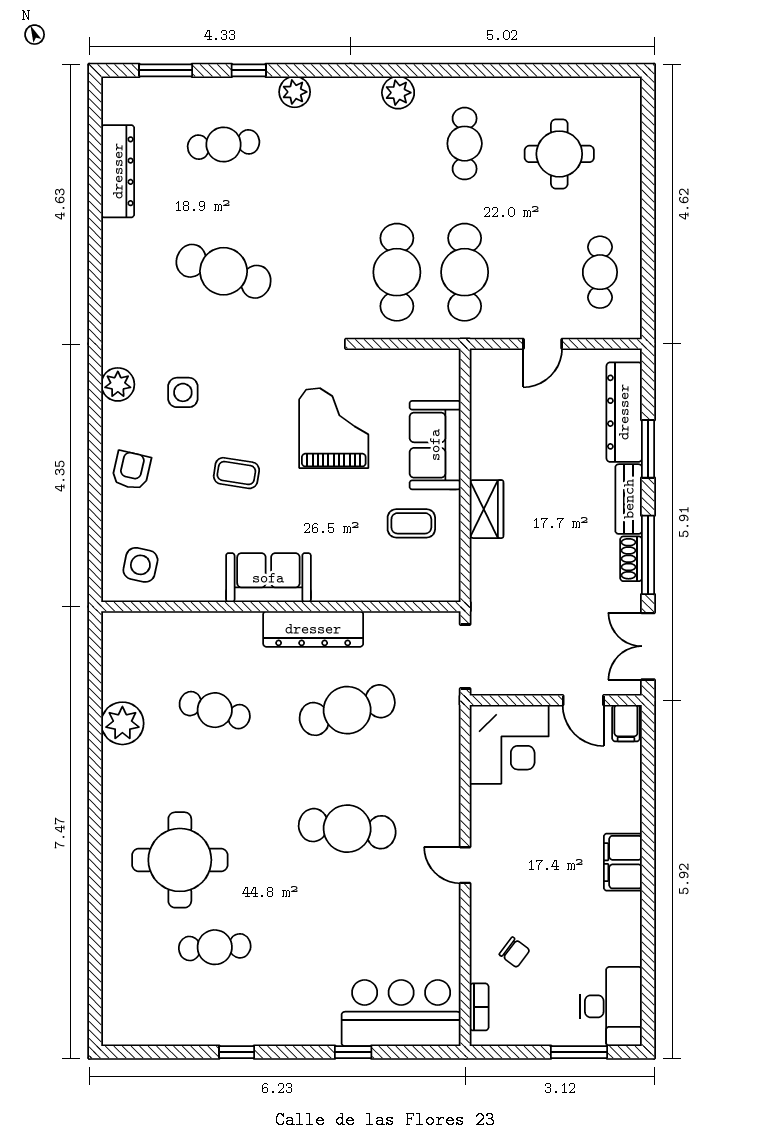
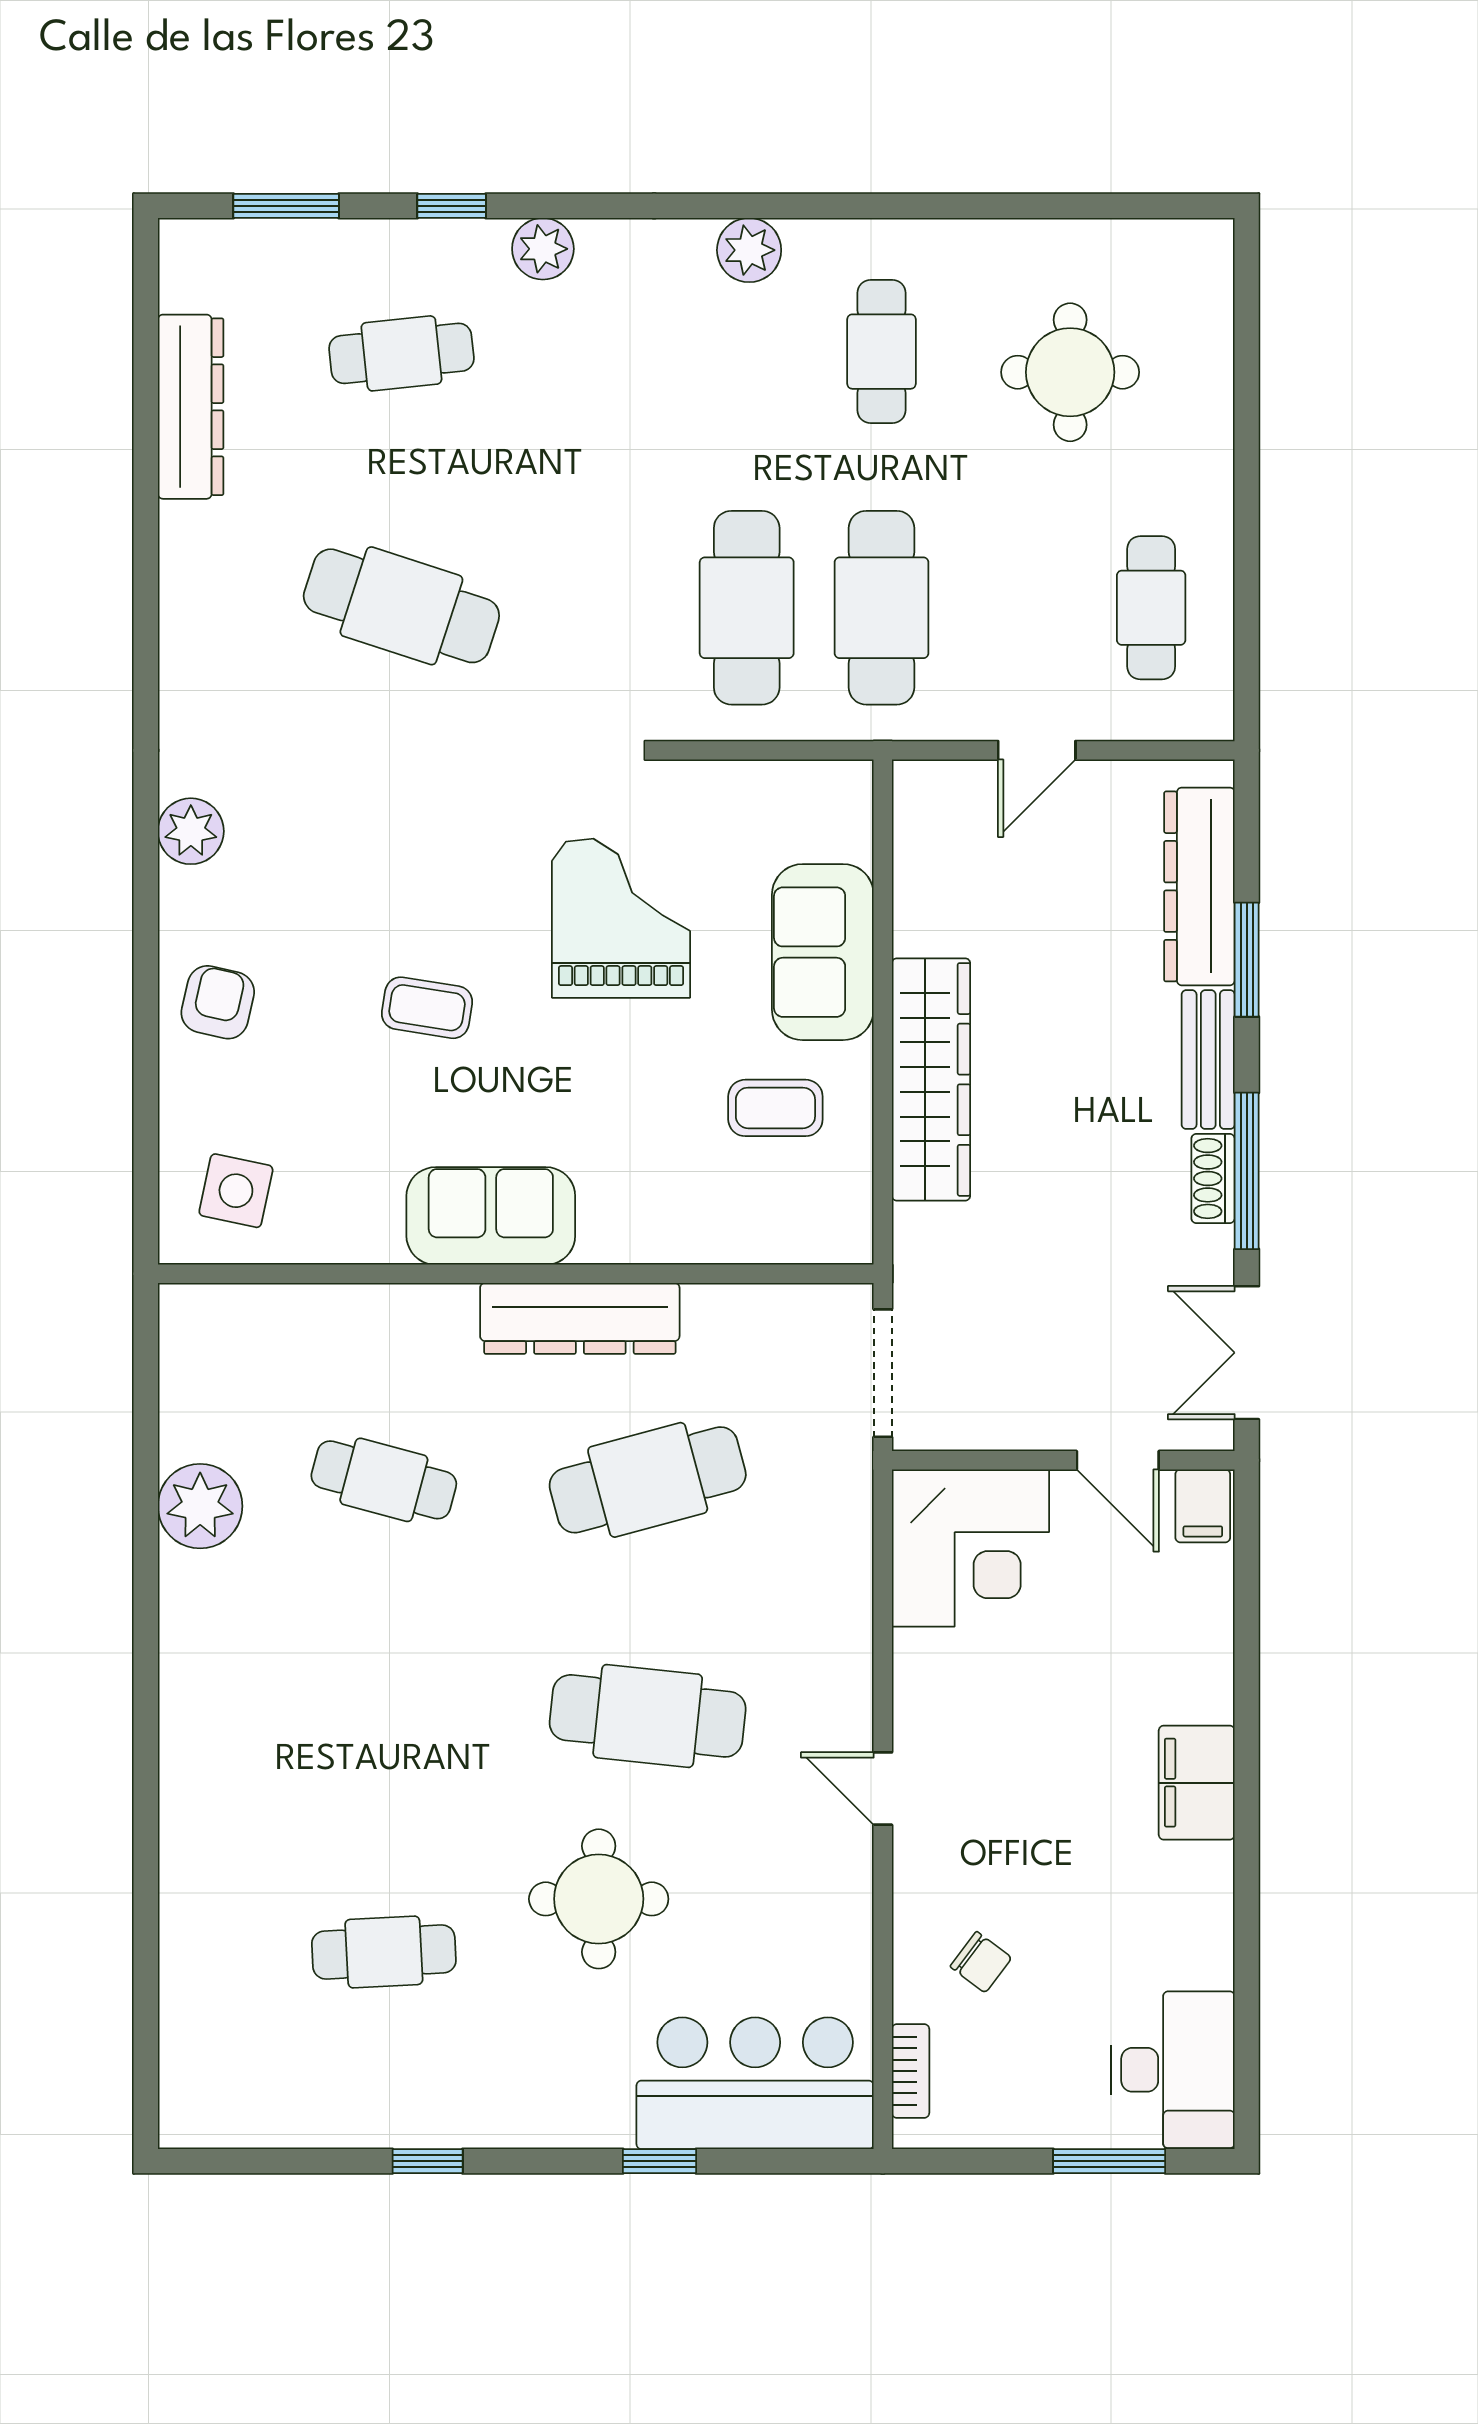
side table: (183, 392) -> (320, 847), removed
wardrobe: (487, 509) -> (931, 1079), width x2.10, depth x1.17
round table: (180, 860) -> (599, 1899), moved, width x0.73, depth x0.73

